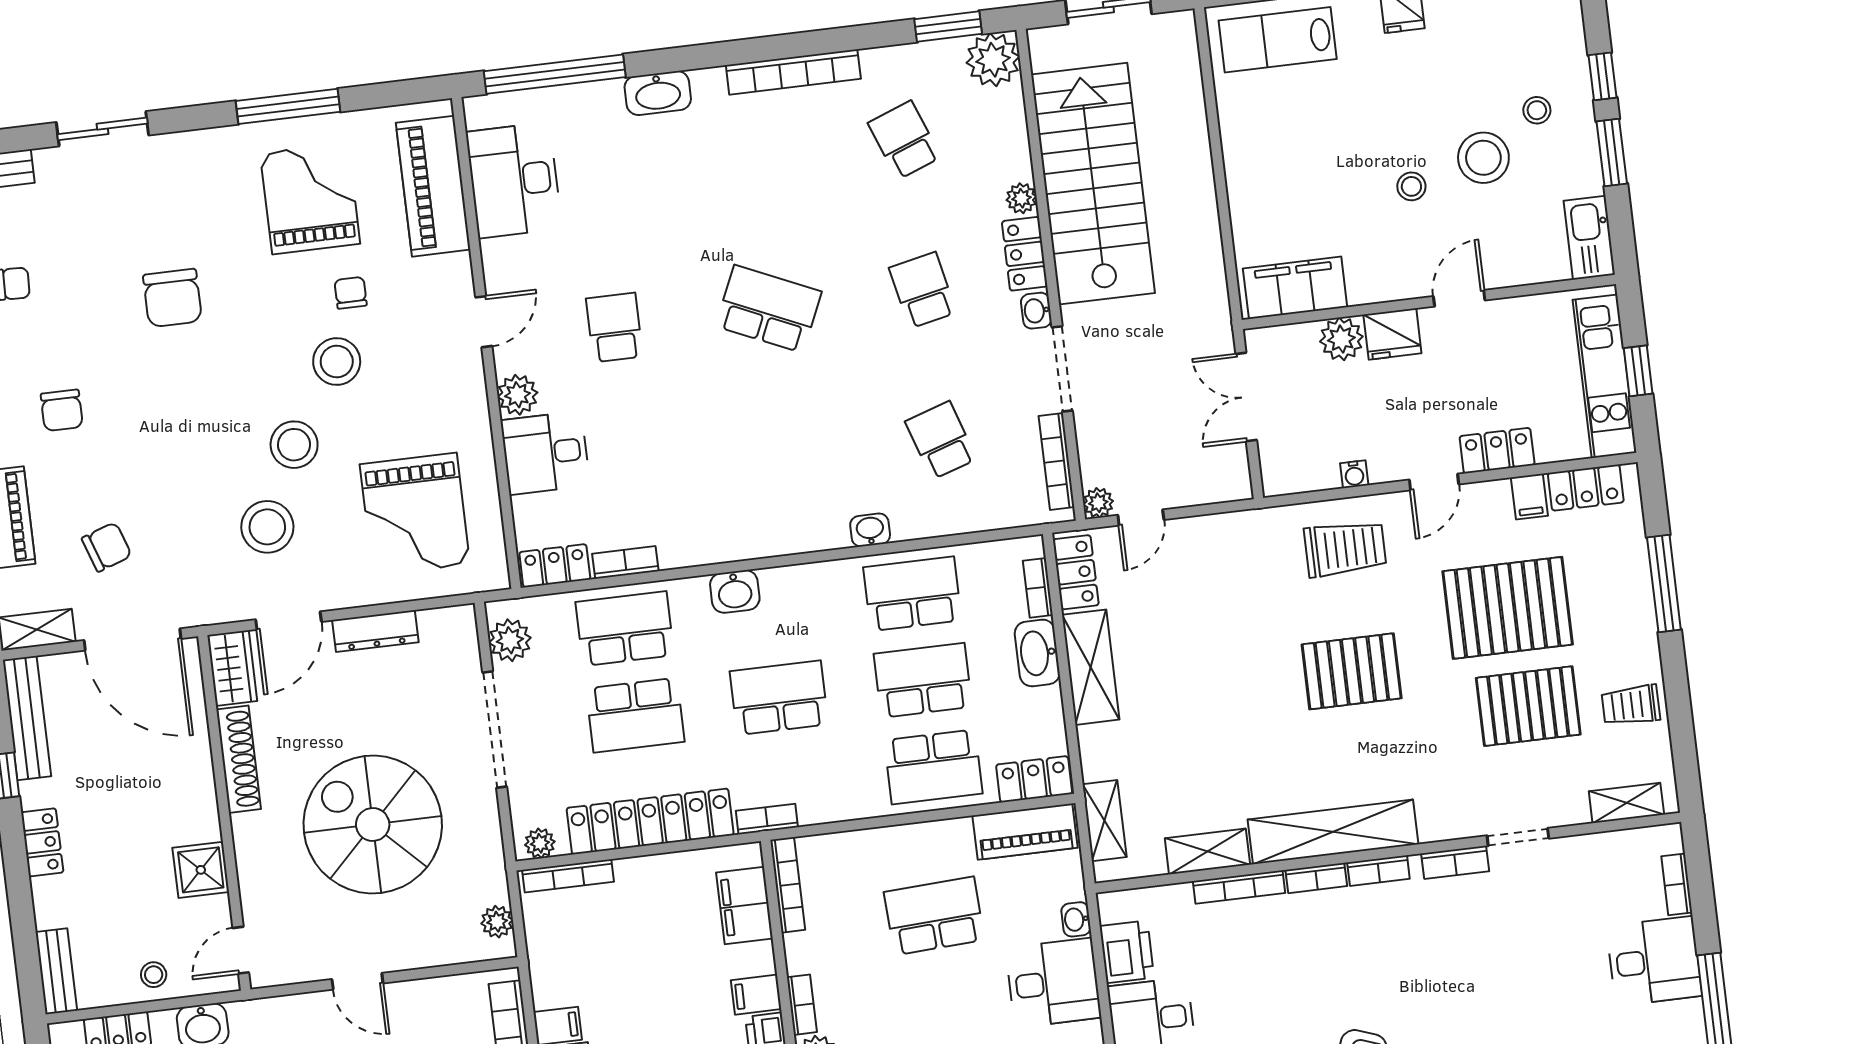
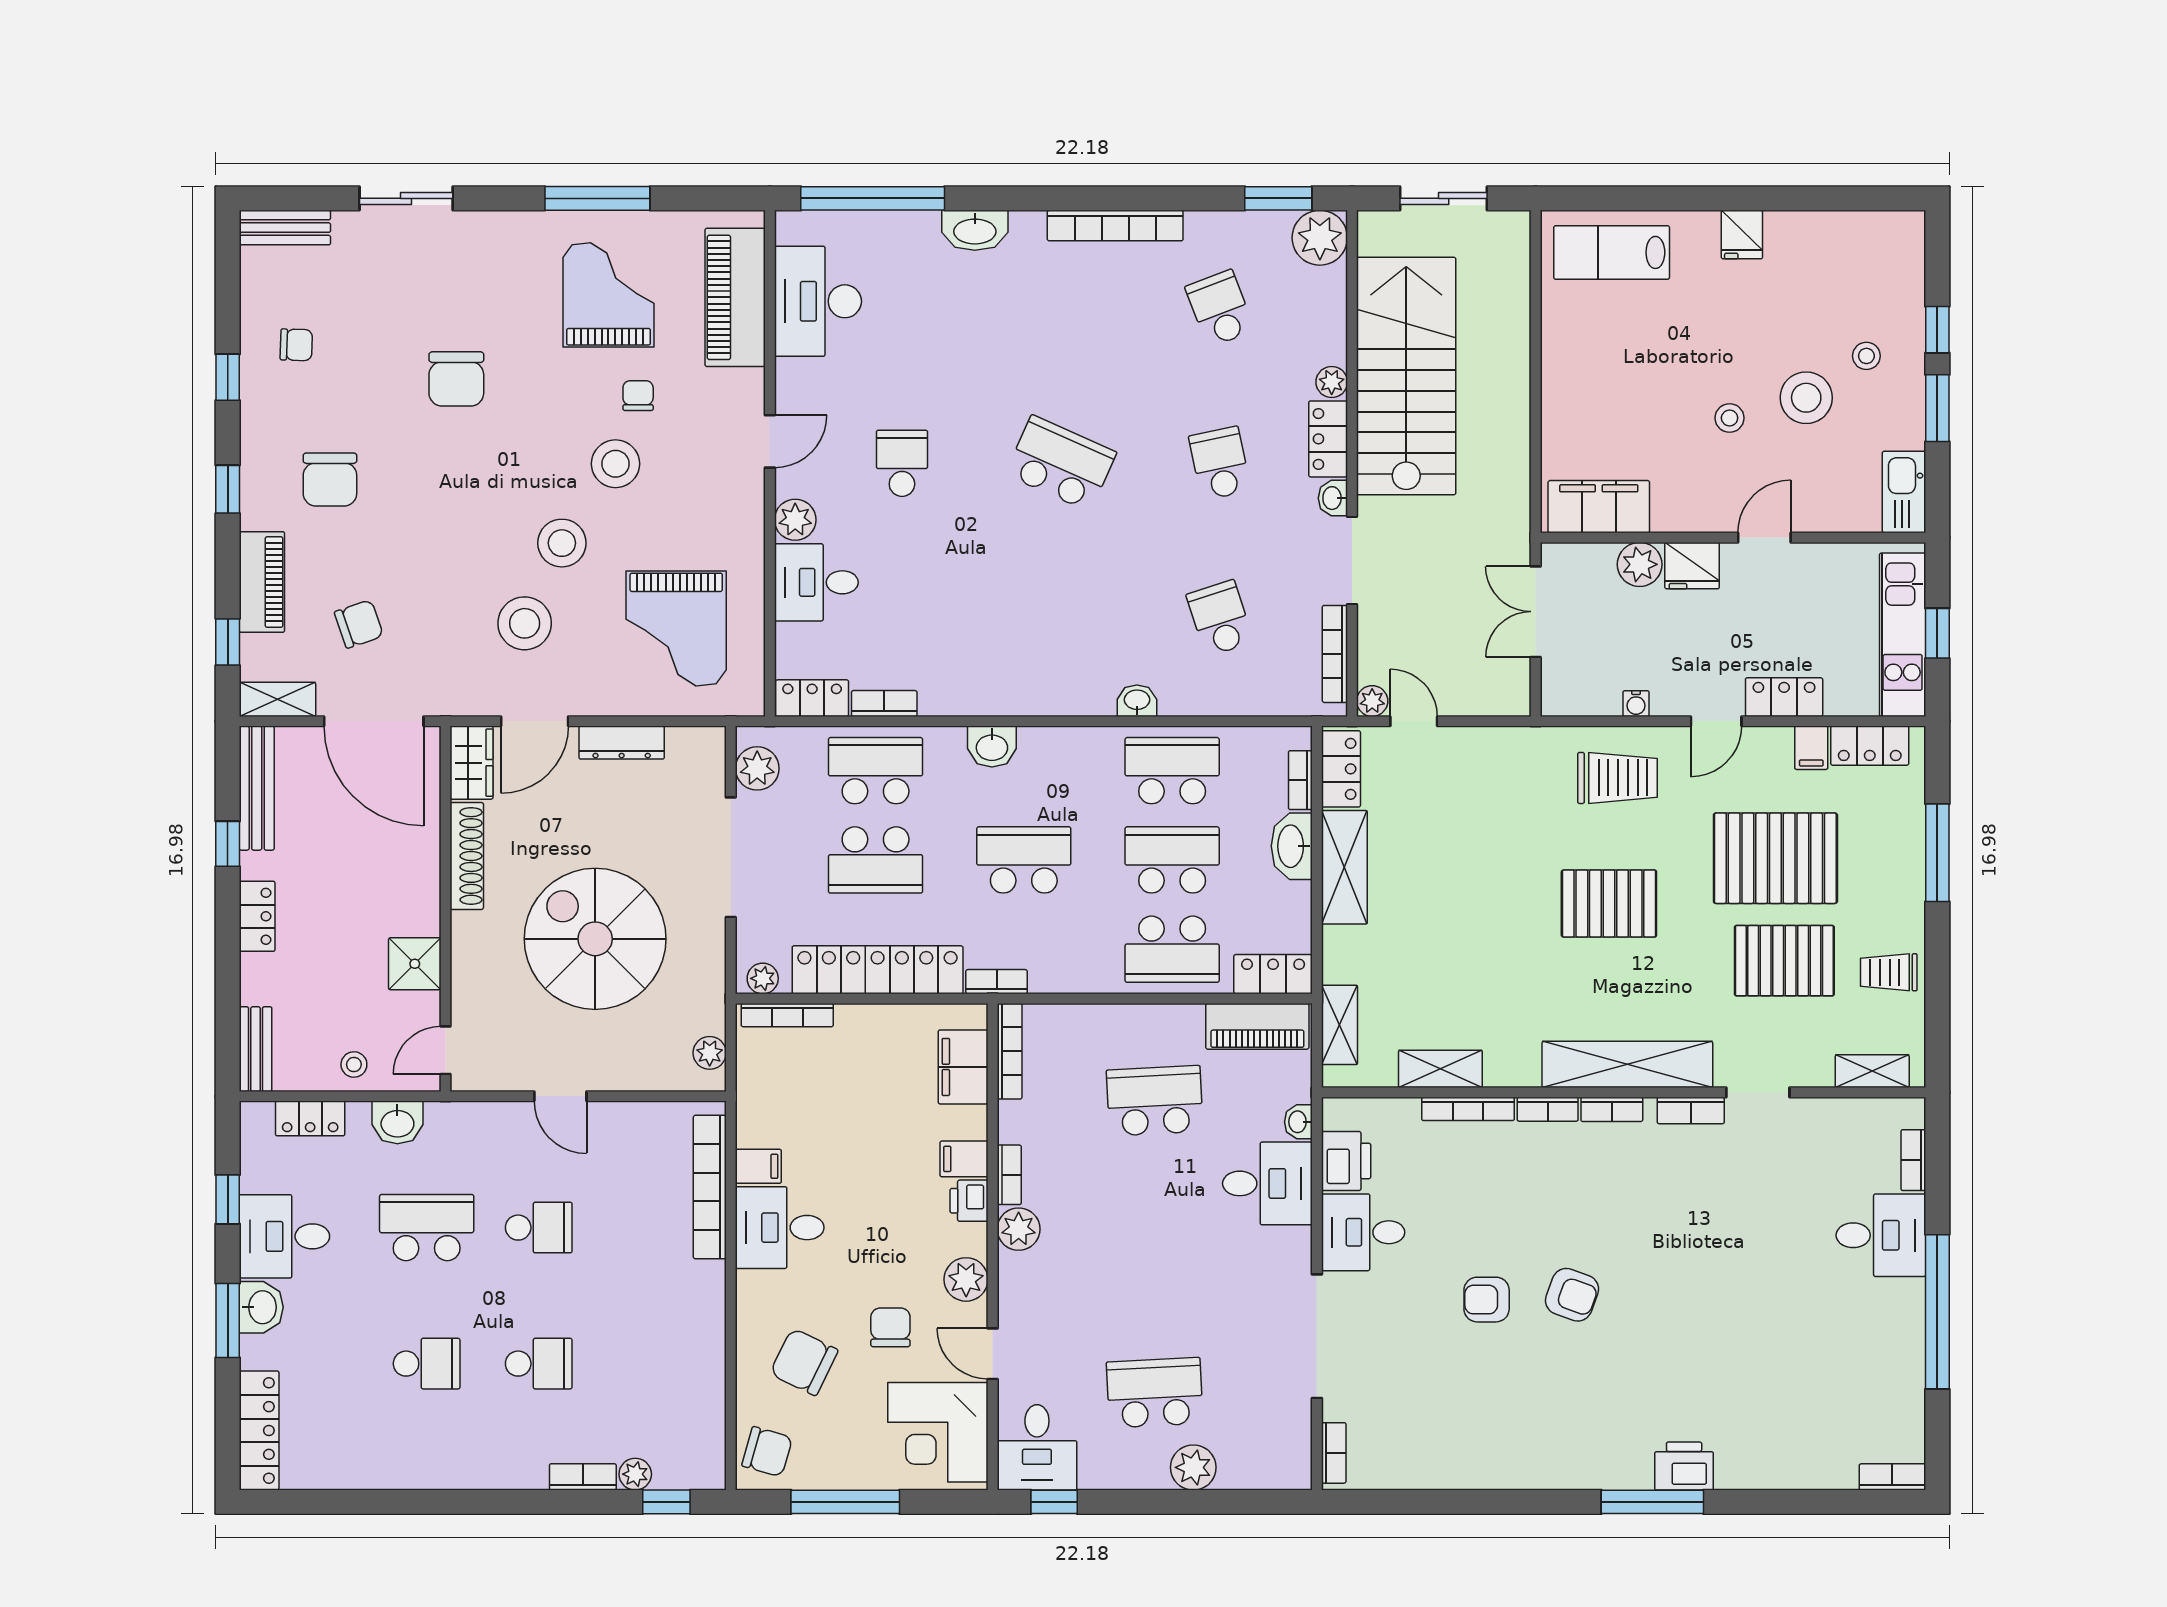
chair: (62, 410) -> (330, 480), width x1.37, depth x1.37
door: (1141, 517) -> (1414, 721), swing flipped
shelving: (1333, 832) -> (1627, 1064), moved

